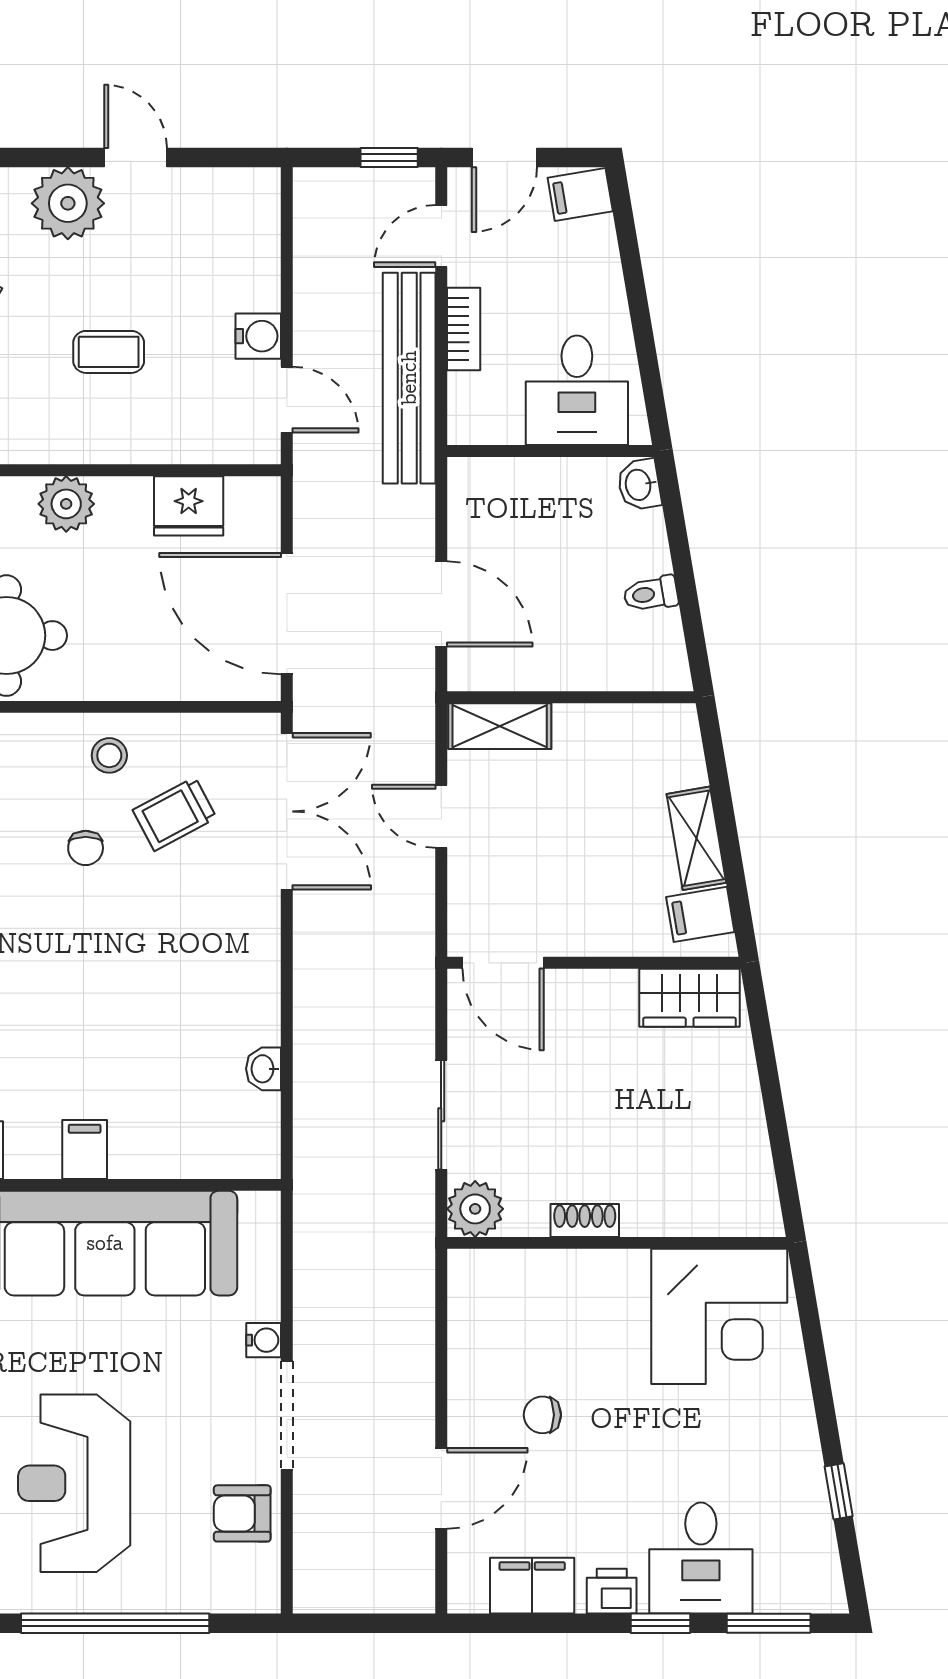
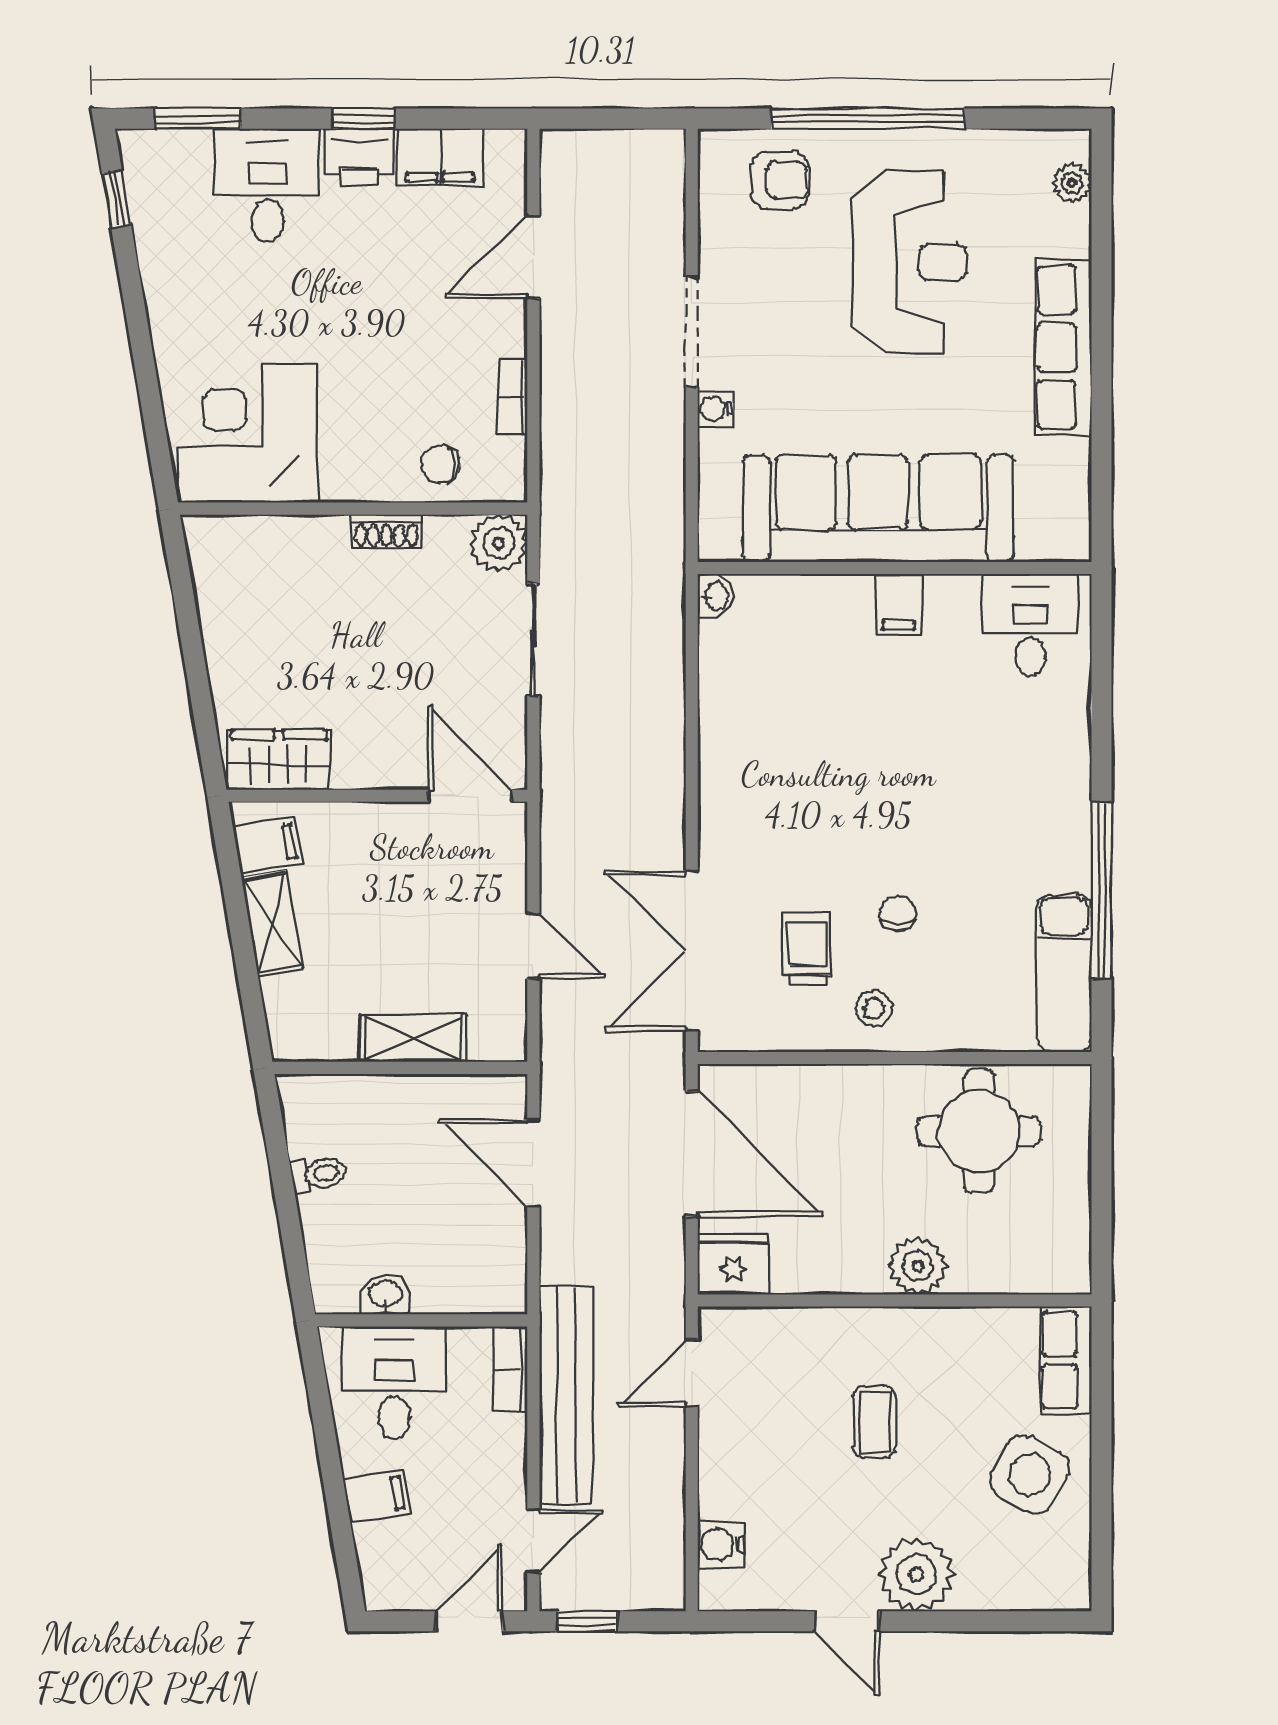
filing cabinet: (580, 195) -> (376, 1497), moved
bookcase: (464, 329) -> (510, 1369), moved
water cooler: (258, 336) -> (721, 1545), moved
coffee table: (109, 352) -> (874, 1422), turned 90
door: (287, 400) -> (692, 1373), hinge flipped
washbasin: (639, 485) -> (385, 1294), moved, turned -80
fridge: (189, 506) -> (733, 1264), moved
shelving: (500, 726) -> (413, 1038), moved
trolley: (175, 814) -> (807, 948), turned -62
washbasin: (264, 1069) -> (715, 596), moved
bookcase: (461, 1351) -> (513, 397), added
chair: (542, 1415) -> (441, 465), moved, turned 180
window: (839, 1491) -> (117, 199), moved
armchair: (242, 1513) -> (780, 180), moved
printer: (612, 1591) -> (359, 157), width x1.36, depth x1.24
window: (661, 1623) -> (364, 119), moved

